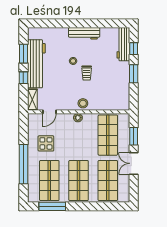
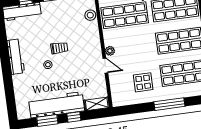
stool: (83, 103) -> (90, 15), moved
door: (49, 112) -> (105, 66), moved
window: (23, 164) -> (169, 104), width x0.68

